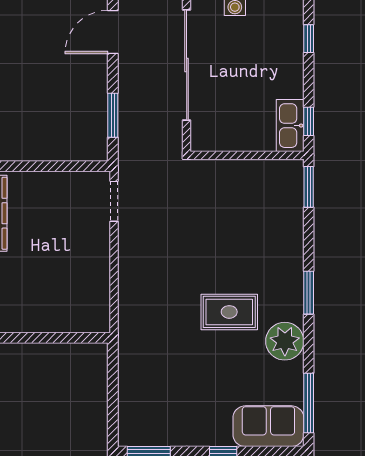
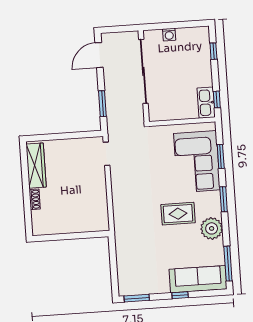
window: (309, 187) -> (221, 157), moved
corner sofa: (267, 225) -> (197, 162), added
sofa: (268, 426) -> (198, 279), width x1.36

